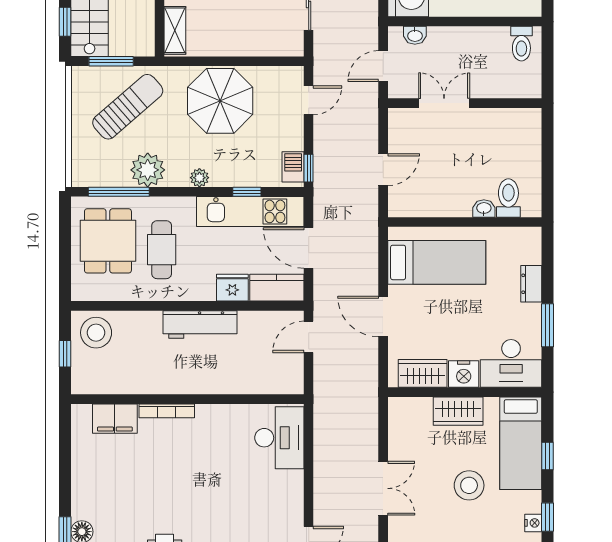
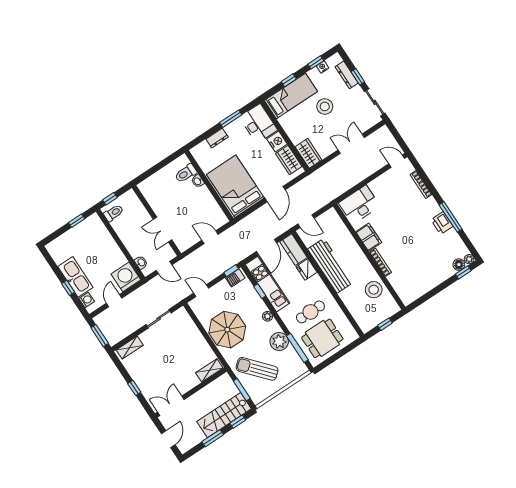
window: (547, 53) -> (110, 199), added
bed: (437, 262) -> (235, 186), width x1.50
workbench: (200, 324) -> (330, 266), width x1.36, depth x1.32
stool: (96, 333) -> (374, 290), moved
wardrobe: (458, 411) -> (308, 153), moved
filing cabinet: (115, 419) -> (369, 237), moved

